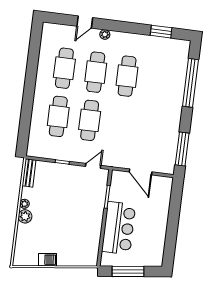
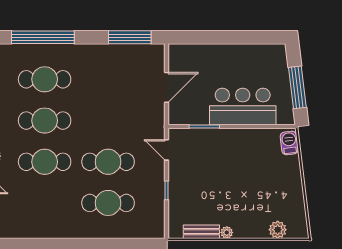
cafe table: (64, 68) -> (45, 79), moved
bench: (29, 173) -> (201, 232), moved
plant: (25, 216) -> (278, 230), moved
barbecue: (47, 260) -> (289, 143), moved

